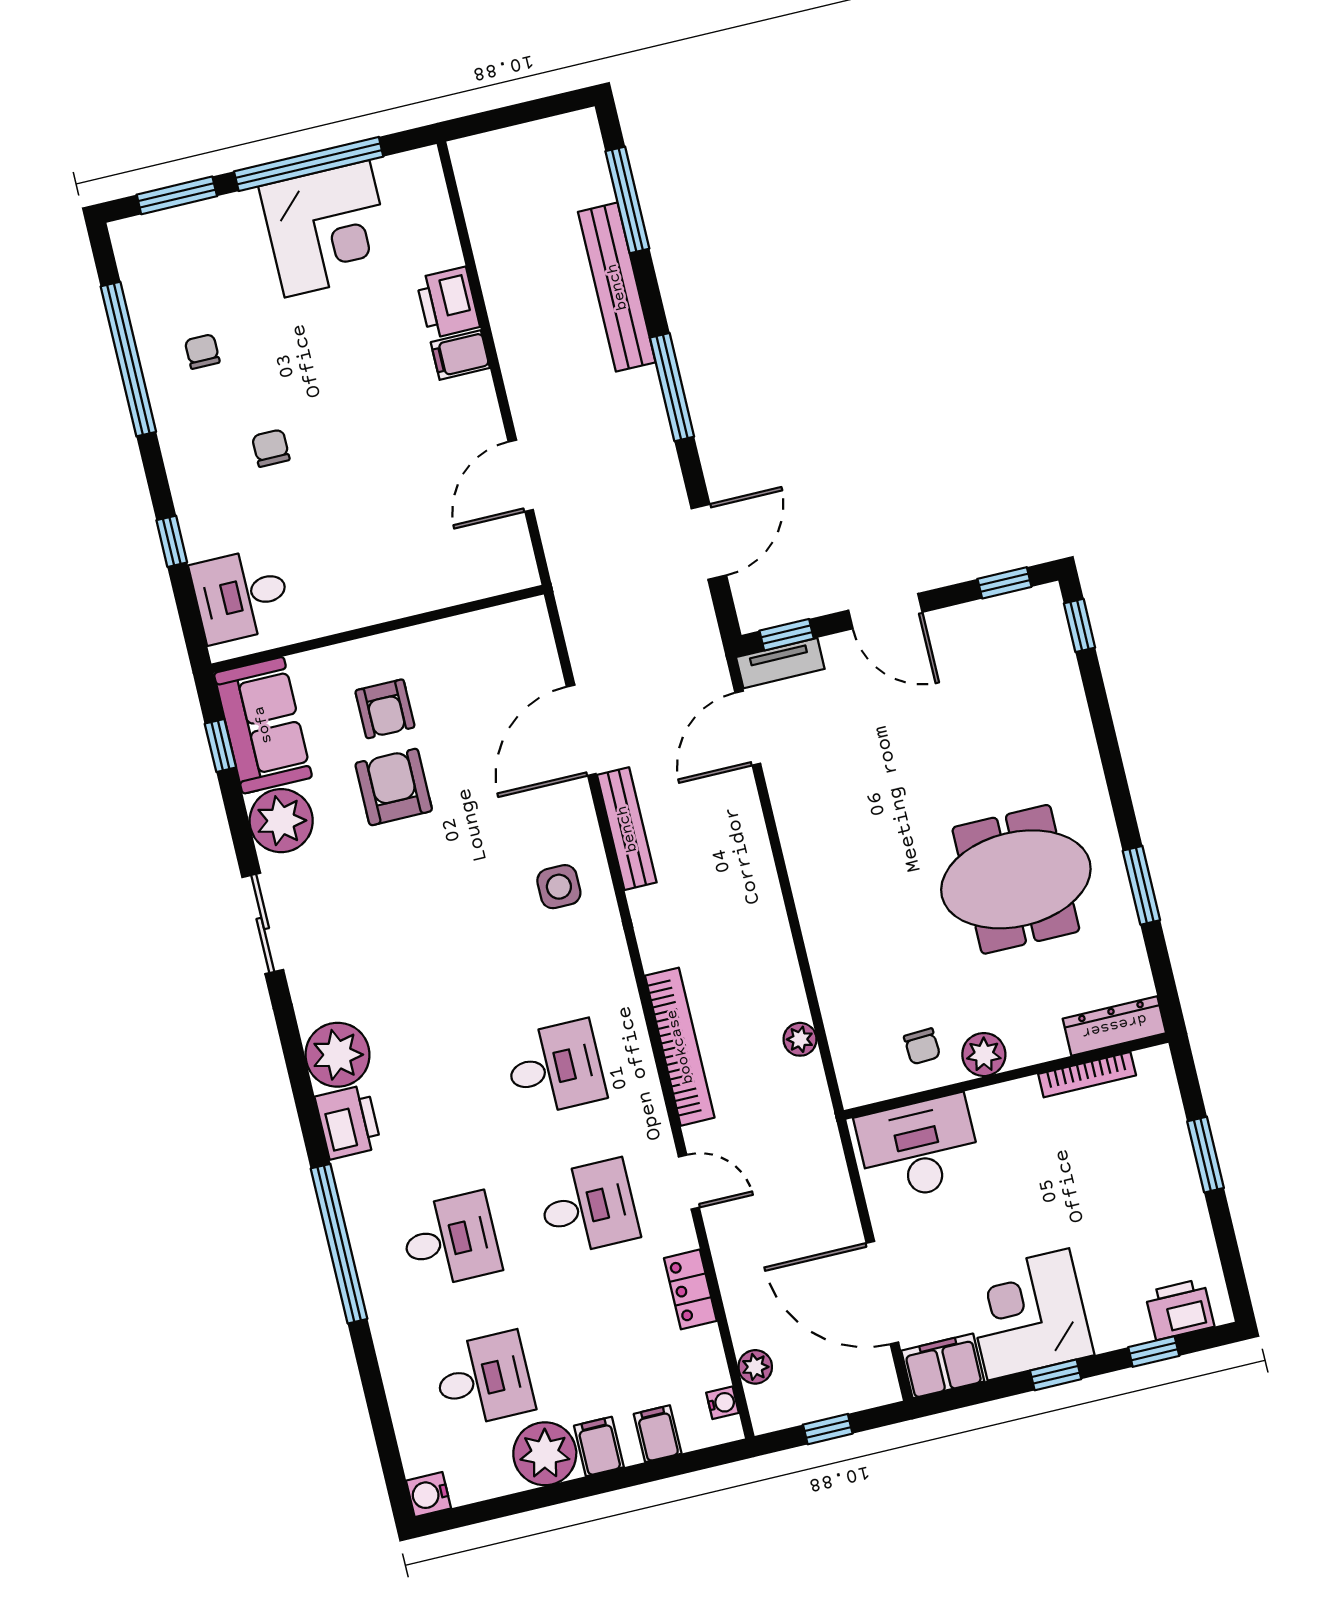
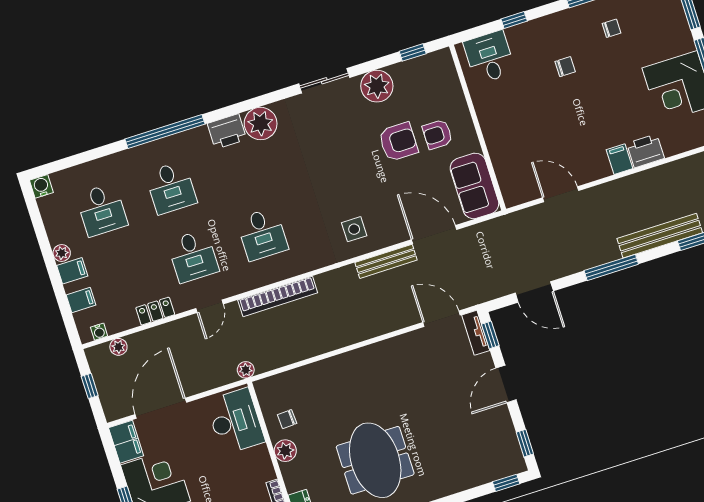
sofa: (263, 725) -> (474, 186), moved, turned 90
plant: (800, 1039) -> (246, 370), moved
plant: (545, 1454) -> (62, 253), width x0.53, depth x0.53

